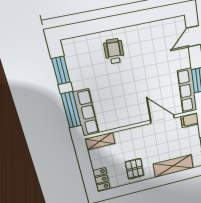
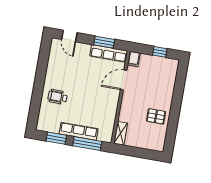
row of seats: (86, 113) -> (79, 131), moved
shelving: (173, 166) -> (168, 85), removed
locker: (101, 179) -> (153, 145), removed

